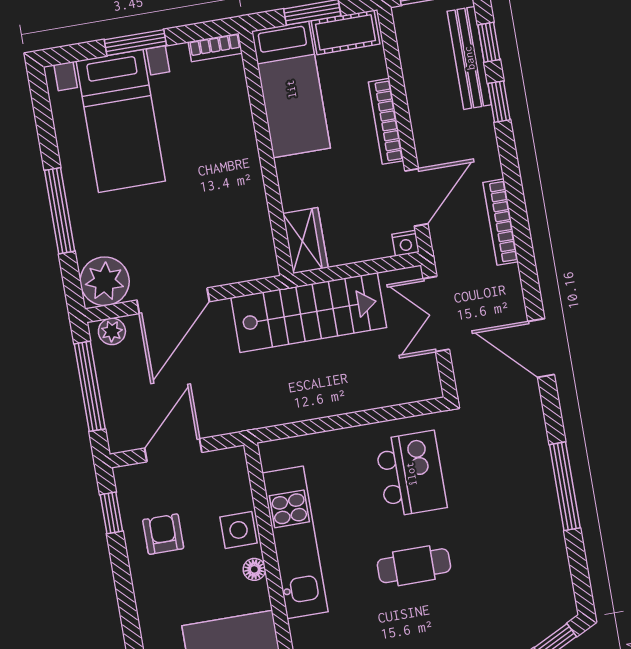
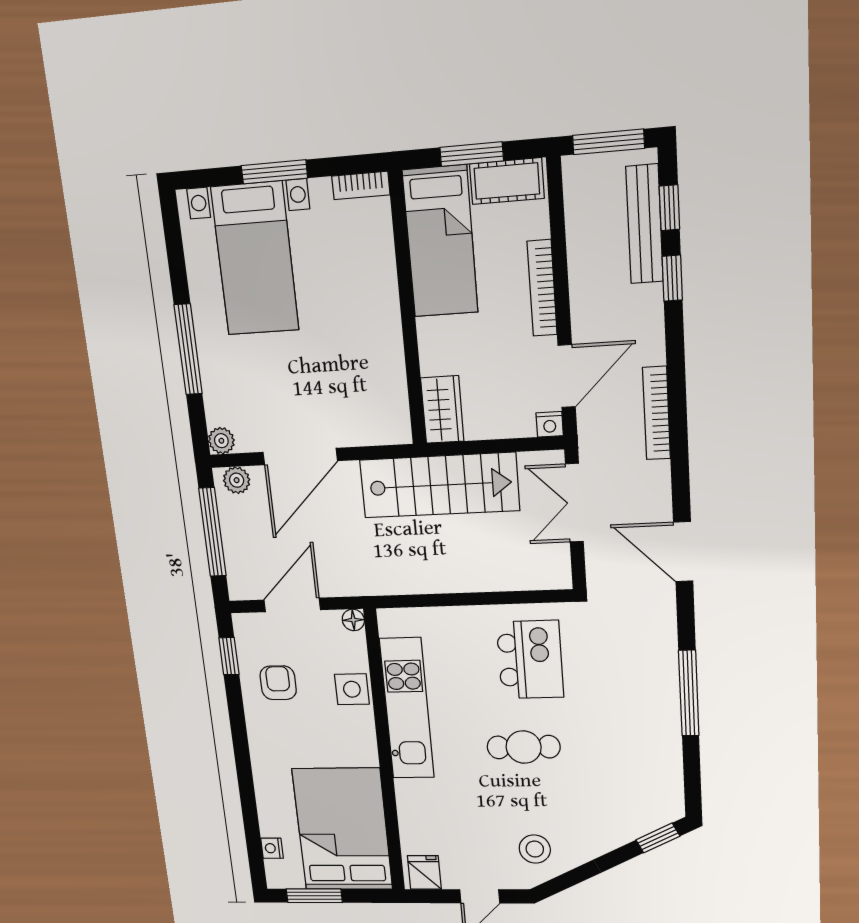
plant: (105, 281) -> (221, 441), width x0.53, depth x0.53
floor lamp: (254, 569) -> (353, 620), moved

